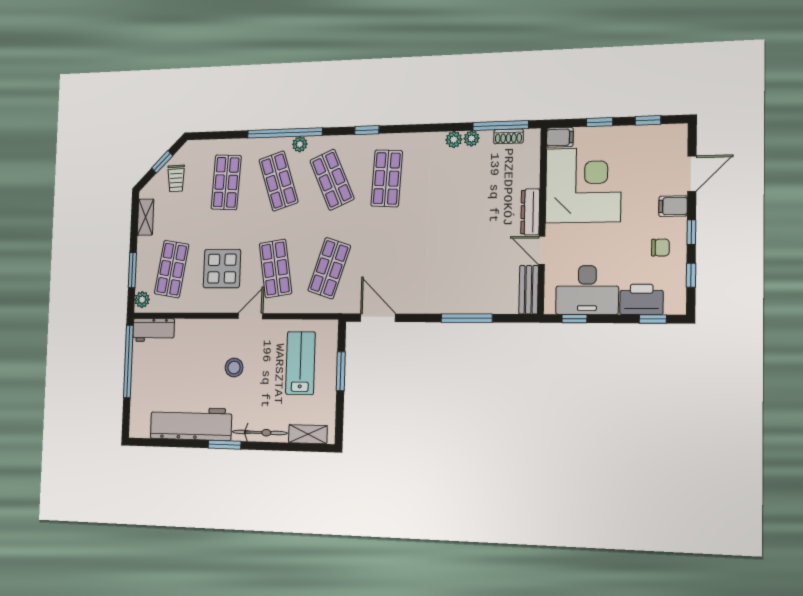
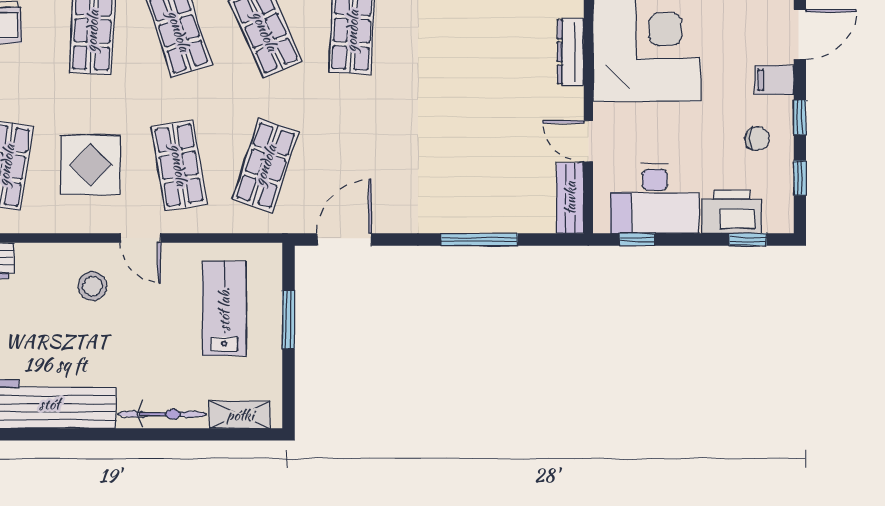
dresser: (530, 212) -> (571, 52), moved
door: (250, 316) -> (141, 238), swing flipped
door: (378, 318) -> (344, 240), hinge flipped
stool: (234, 368) -> (93, 286), moved
window: (225, 445) -> (106, 434), removed

